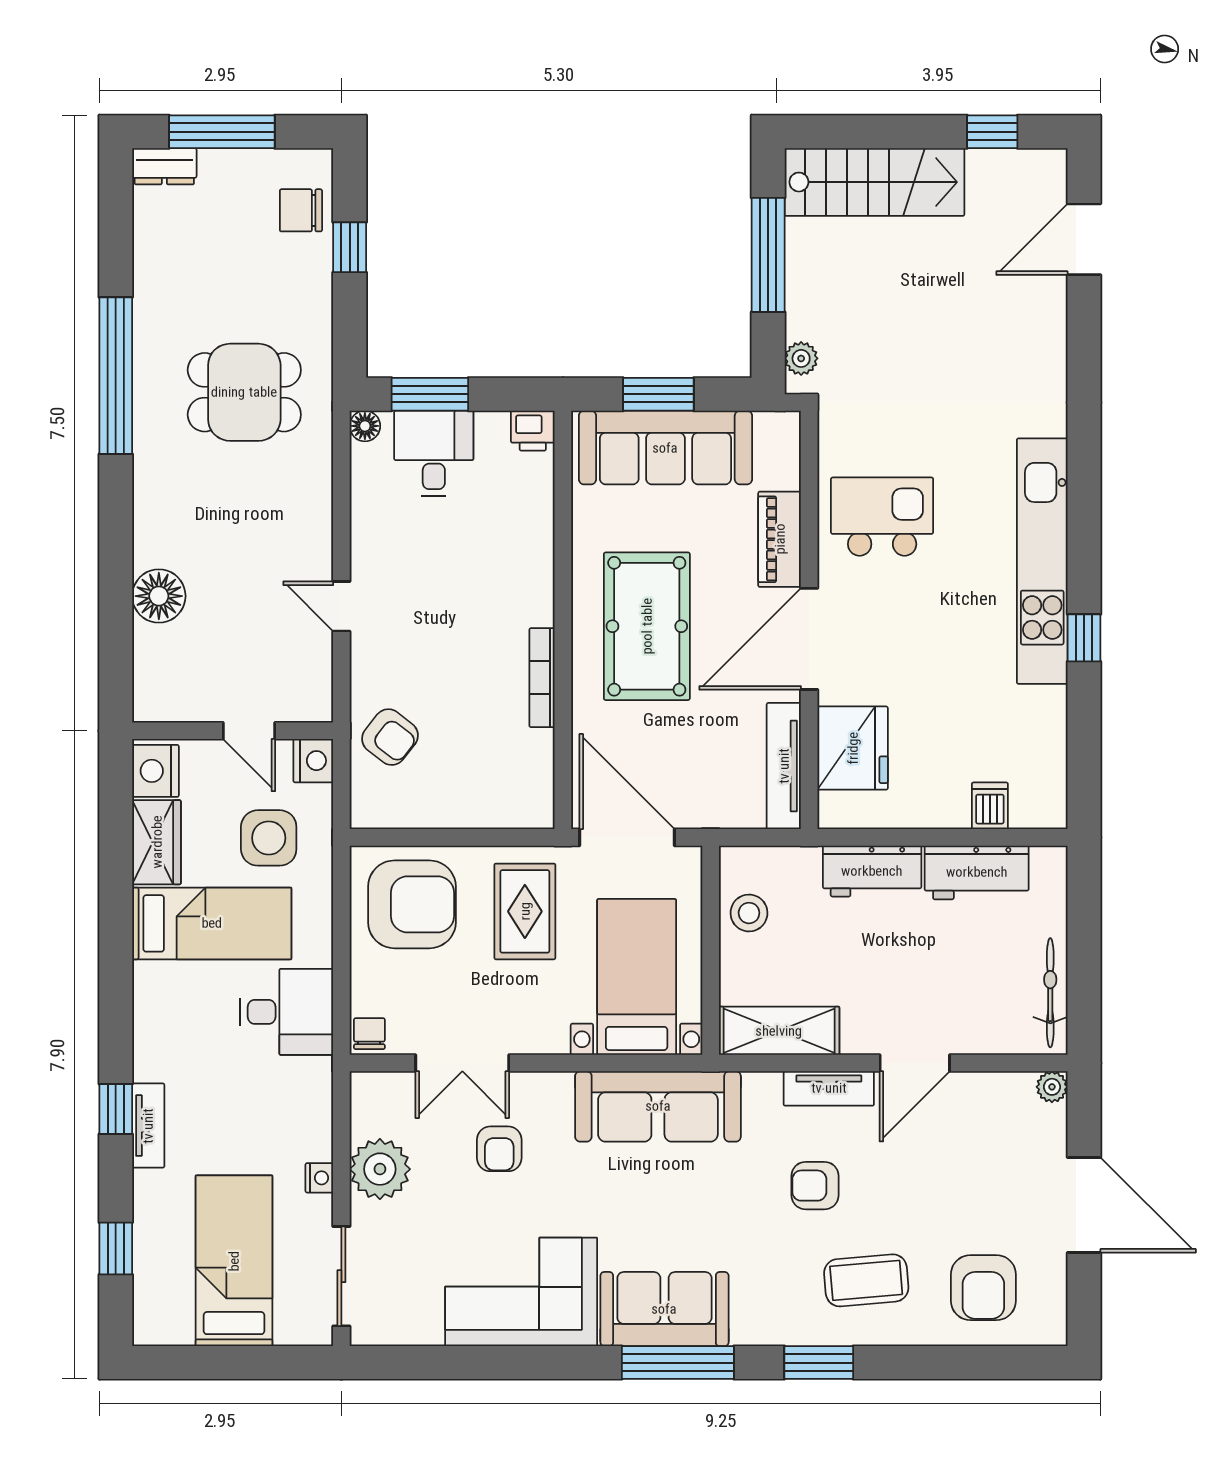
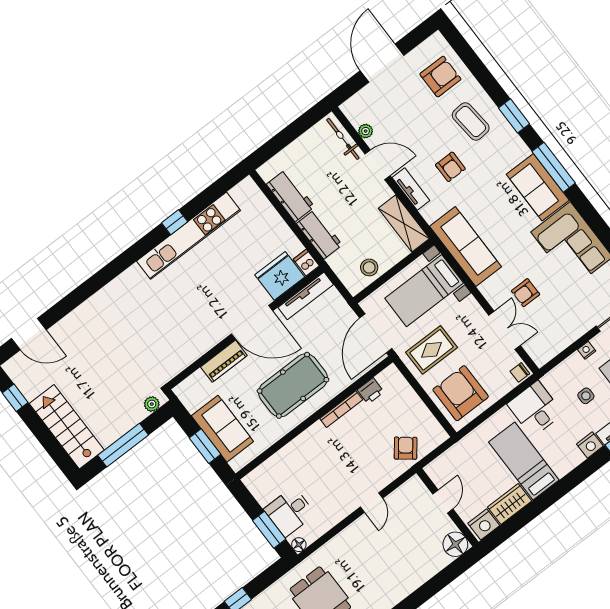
printer: (533, 431) -> (371, 391), moved, turned 90
sofa: (665, 448) -> (222, 429), width x0.73
kitchen island: (882, 517) -> (187, 330), removed
kitchen unit: (1042, 561) -> (189, 236), moved
floor lamp: (159, 596) -> (455, 544), moved
nightstand: (313, 761) -> (590, 445), moved, turned 180
dishwasher: (990, 806) -> (306, 263), moved, turned 90
side table: (269, 838) -> (586, 396), moved, width x0.54, depth x0.54
bicycle: (1050, 993) -> (343, 139), moved, turned 90
plant: (1052, 1087) -> (366, 131), moved
armchair: (499, 1149) -> (526, 293), turned 180
plant: (380, 1169) -> (566, 331), removed

